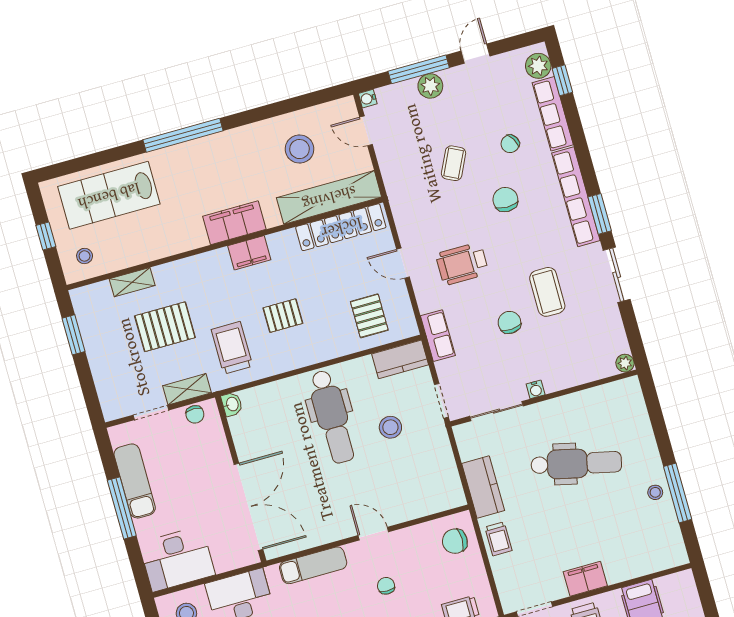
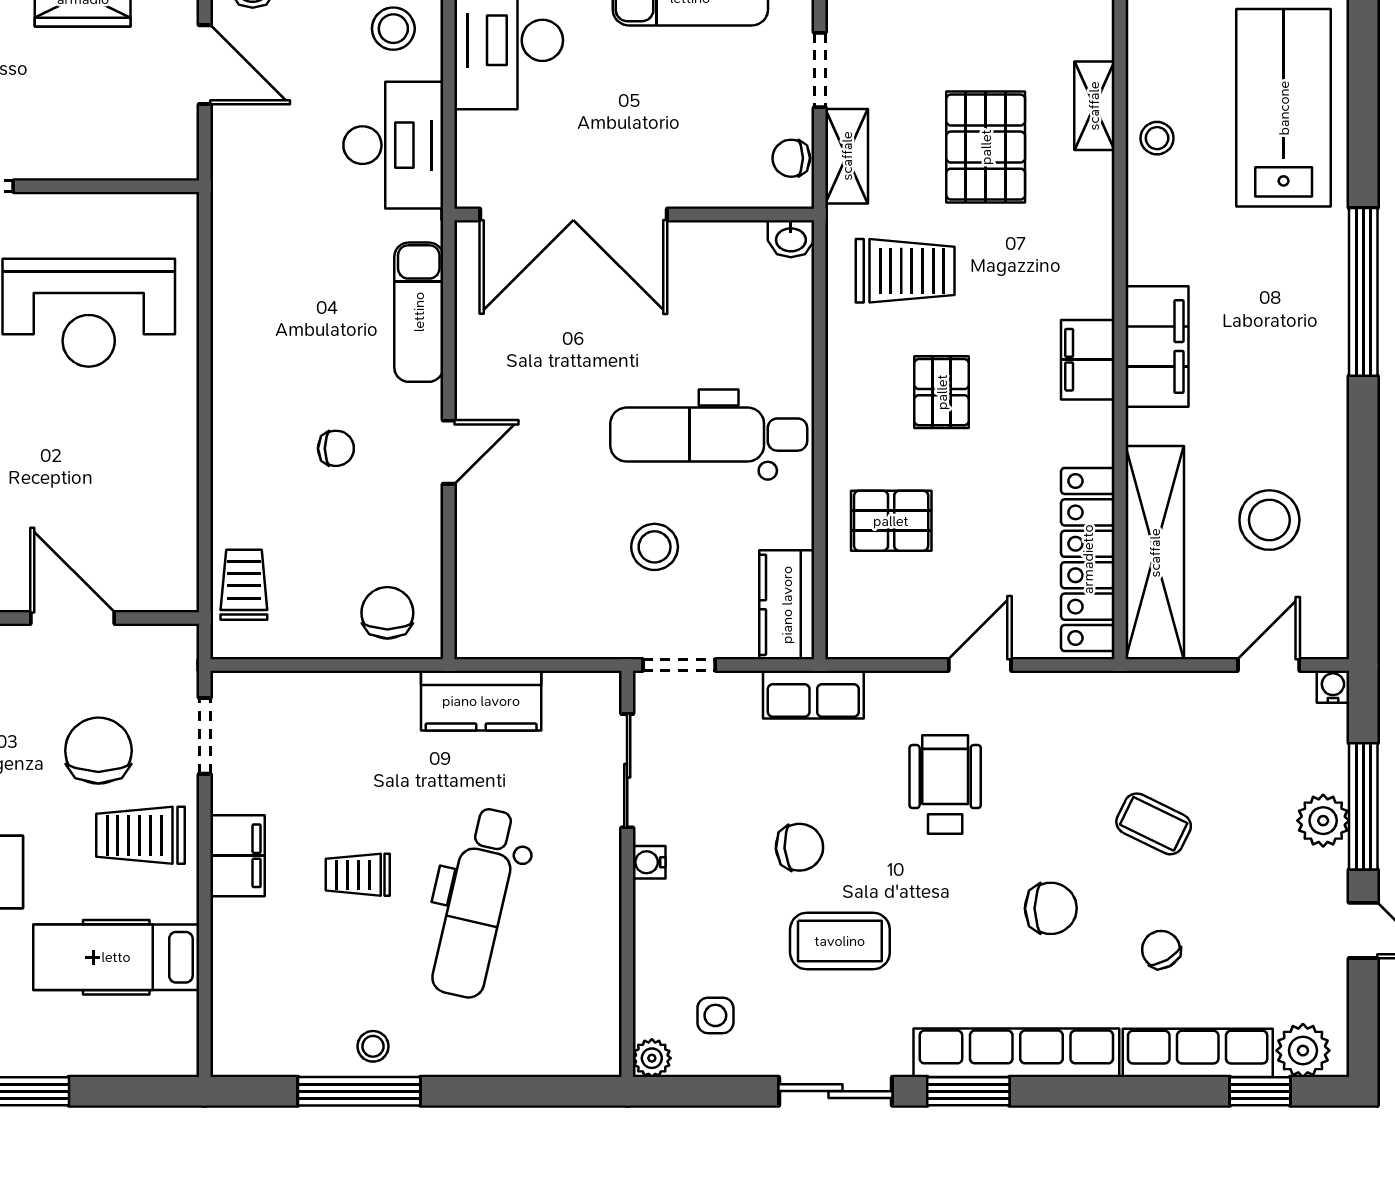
stool: (85, 256) -> (1157, 138), moved
pallet: (369, 316) -> (891, 521), moved
side table: (597, 339) -> (715, 1015), added
trolley: (498, 539) -> (358, 875), moved

